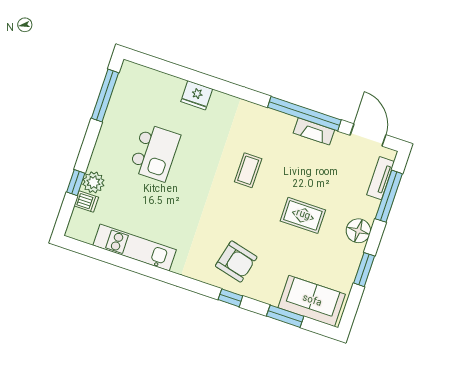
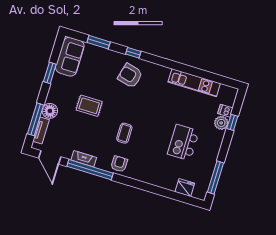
fridge: (197, 95) -> (185, 188), moved
armchair: (258, 121) -> (119, 164), added
floor lamp: (358, 231) -> (50, 111), moved
sofa: (312, 301) -> (70, 57), moved, turned -90

